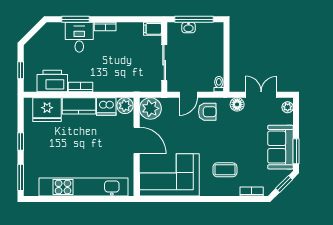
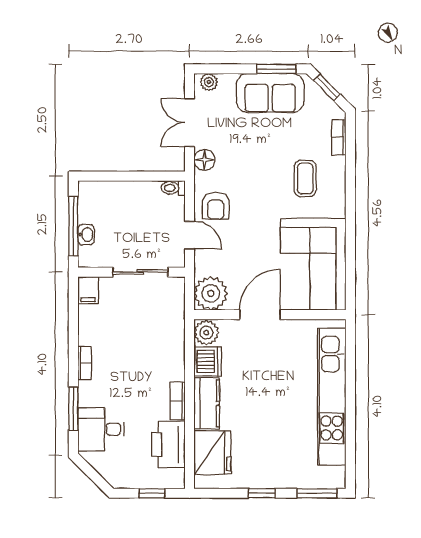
desk: (79, 37) -> (101, 429), moved
armchair: (207, 112) -> (216, 206), turned 180

